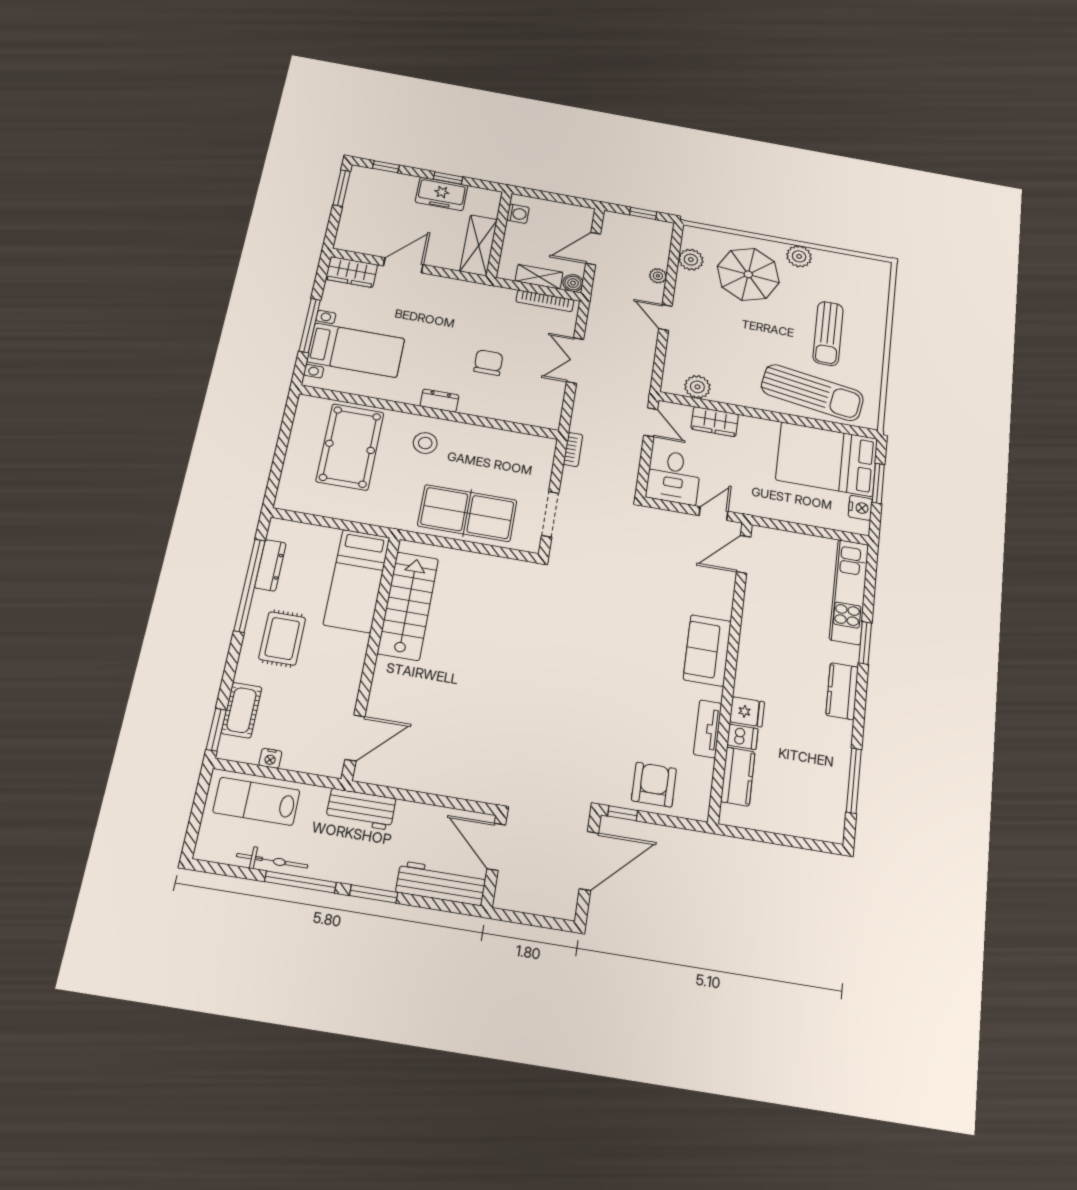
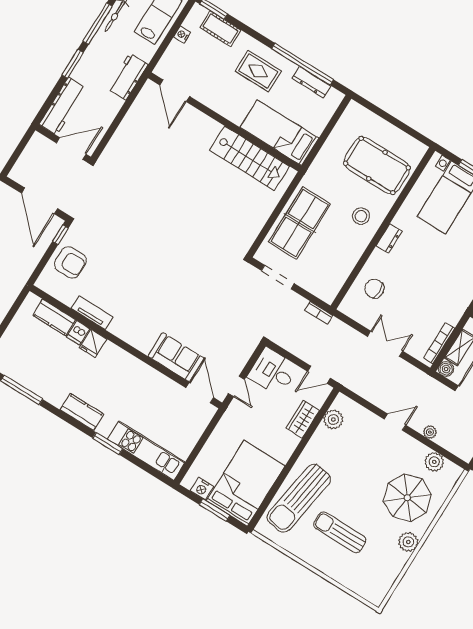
chair: (488, 363) -> (374, 289), moved, turned 180
sofa: (707, 650) -> (176, 357), moved

